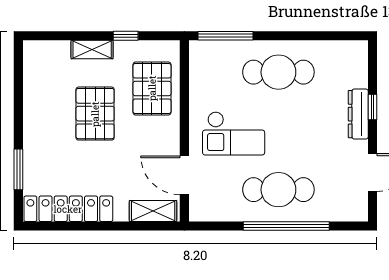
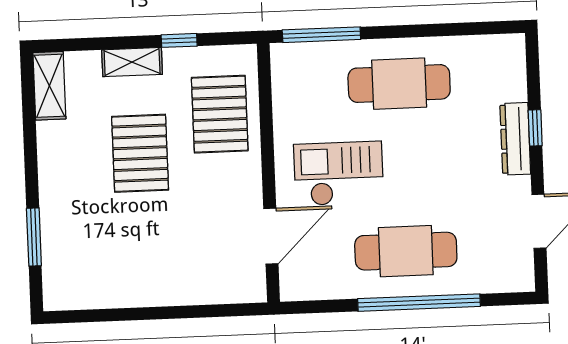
checkout: (234, 133) -> (339, 173), turned 180
door: (184, 175) -> (271, 236), swing flipped
locker: (68, 209) -> (107, 290), removed
shelving: (153, 211) -> (49, 86), moved, turned 90

